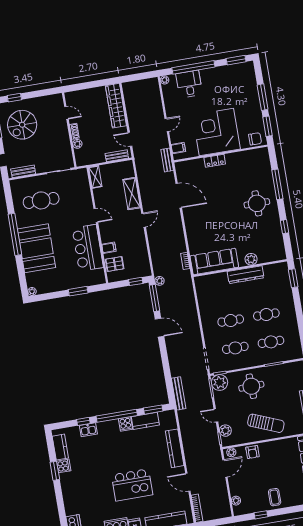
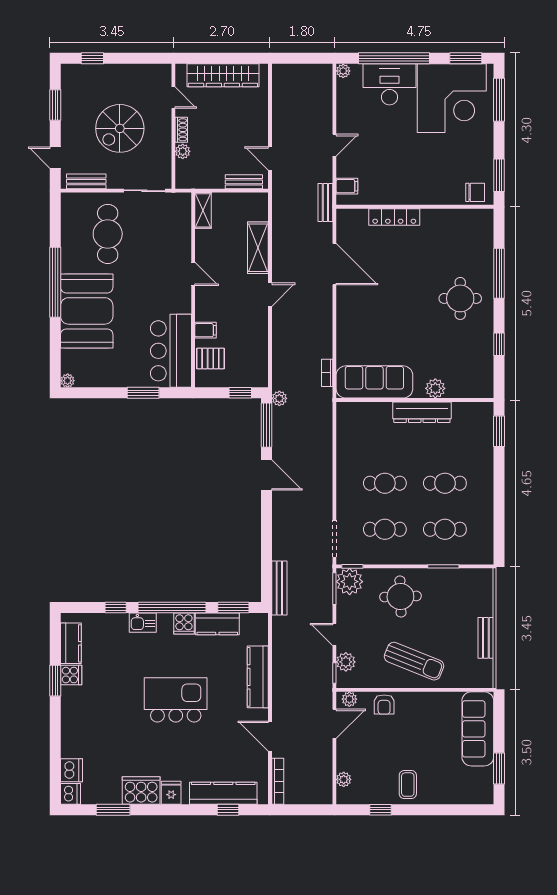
desk: (189, 84) -> (389, 84), width x1.37
window: (263, 97) -> (499, 100), moved
wardrobe: (116, 106) -> (223, 75), moved, turned -90
spiral stairs: (22, 125) -> (120, 128), moved
corner desk: (216, 132) -> (452, 98), moved, turned 180
locker: (215, 161) -> (394, 217), width x1.53
cafe table: (41, 200) -> (108, 234), turned 90
bar counter: (88, 248) -> (171, 351), moved
kitchen sink: (88, 430) -> (143, 623), moved
kitchen island: (132, 485) -> (176, 700), moved, turned 180

